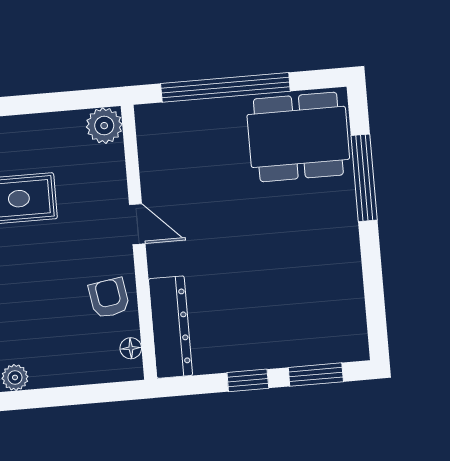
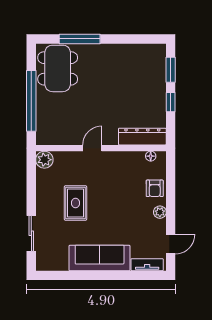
armchair: (109, 298) -> (155, 188), moved, turned -81

